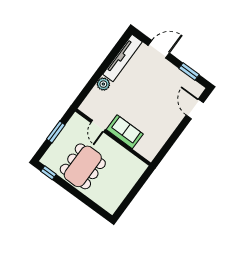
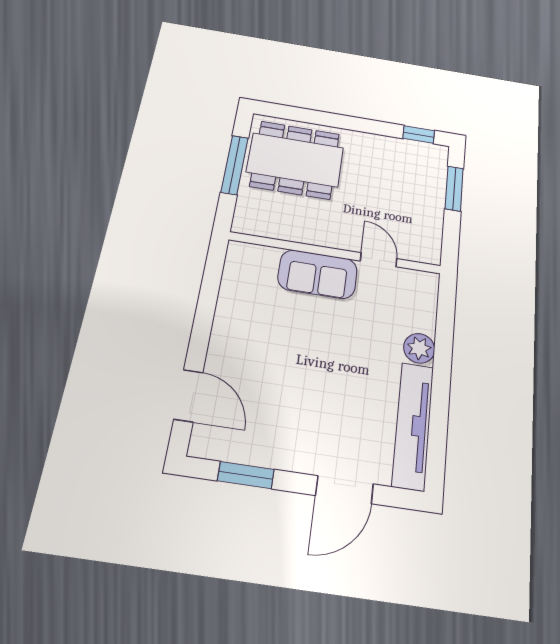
window: (56, 132) -> (454, 189), moved
dining table: (83, 166) -> (295, 160), moved, turned 90
window: (132, 194) -> (235, 165), added

